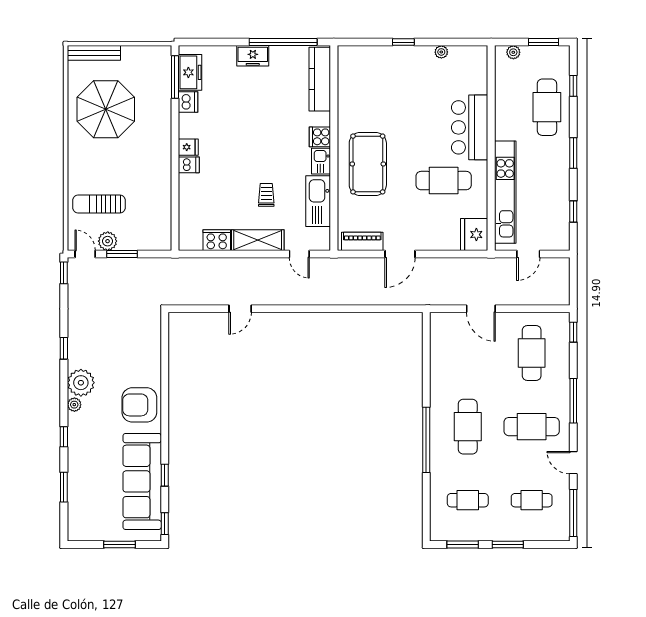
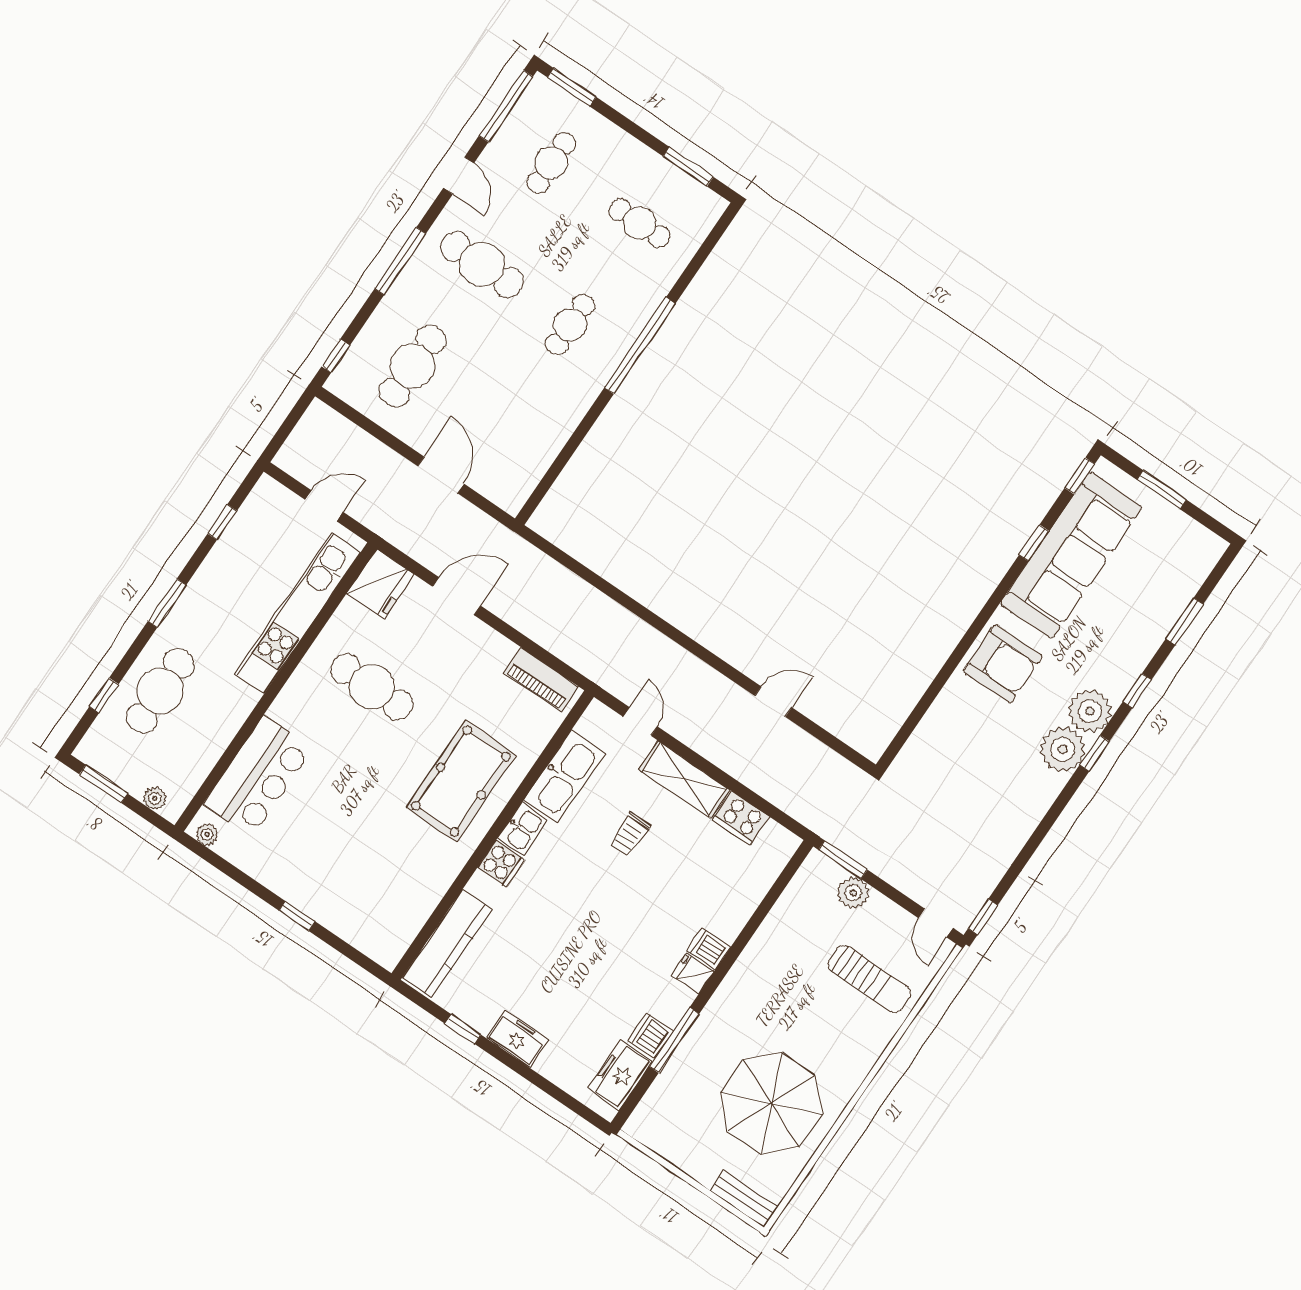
window: (283, 42) -> (463, 1029), width x0.32
plant: (441, 52) -> (207, 834), moved
bench: (94, 53) -> (744, 1199), width x0.73
window: (175, 77) -> (674, 1040), moved
bar counter: (470, 127) -> (258, 776), moved
plant: (108, 241) -> (853, 893), moved
window: (122, 254) -> (843, 860), moved
door: (400, 254) -> (457, 596), moved
window: (64, 348) -> (1095, 753), moved
plant: (74, 405) -> (1090, 711), width x1.88, depth x1.88
cafe table: (468, 427) -> (570, 325), width x0.73, depth x0.74
cafe table: (532, 500) -> (551, 163), turned 90
window: (508, 545) -> (572, 87), moved

